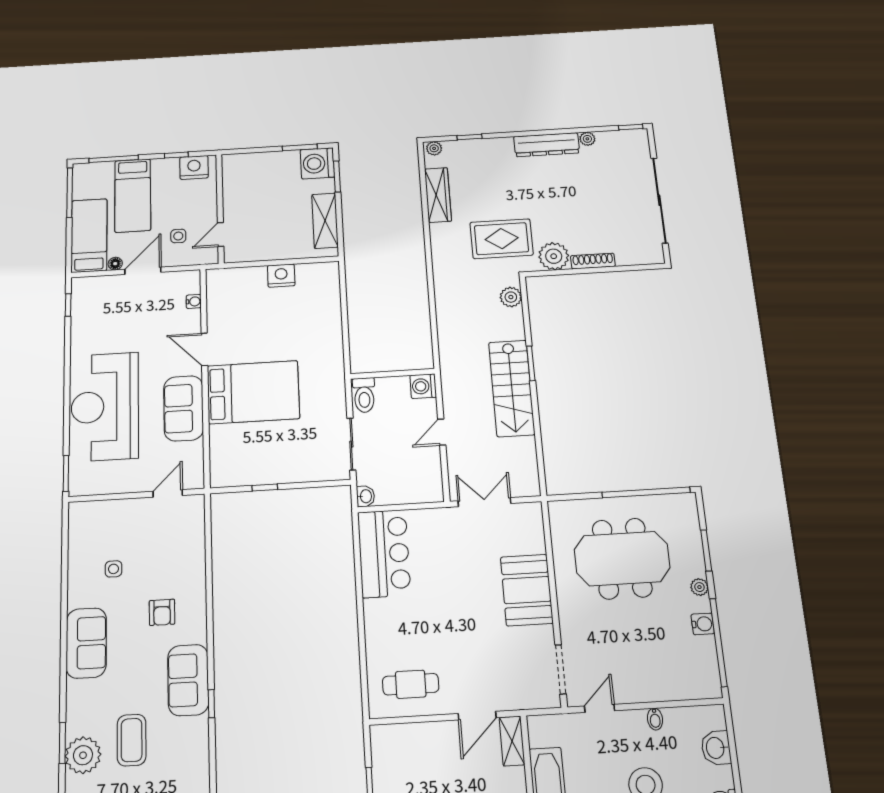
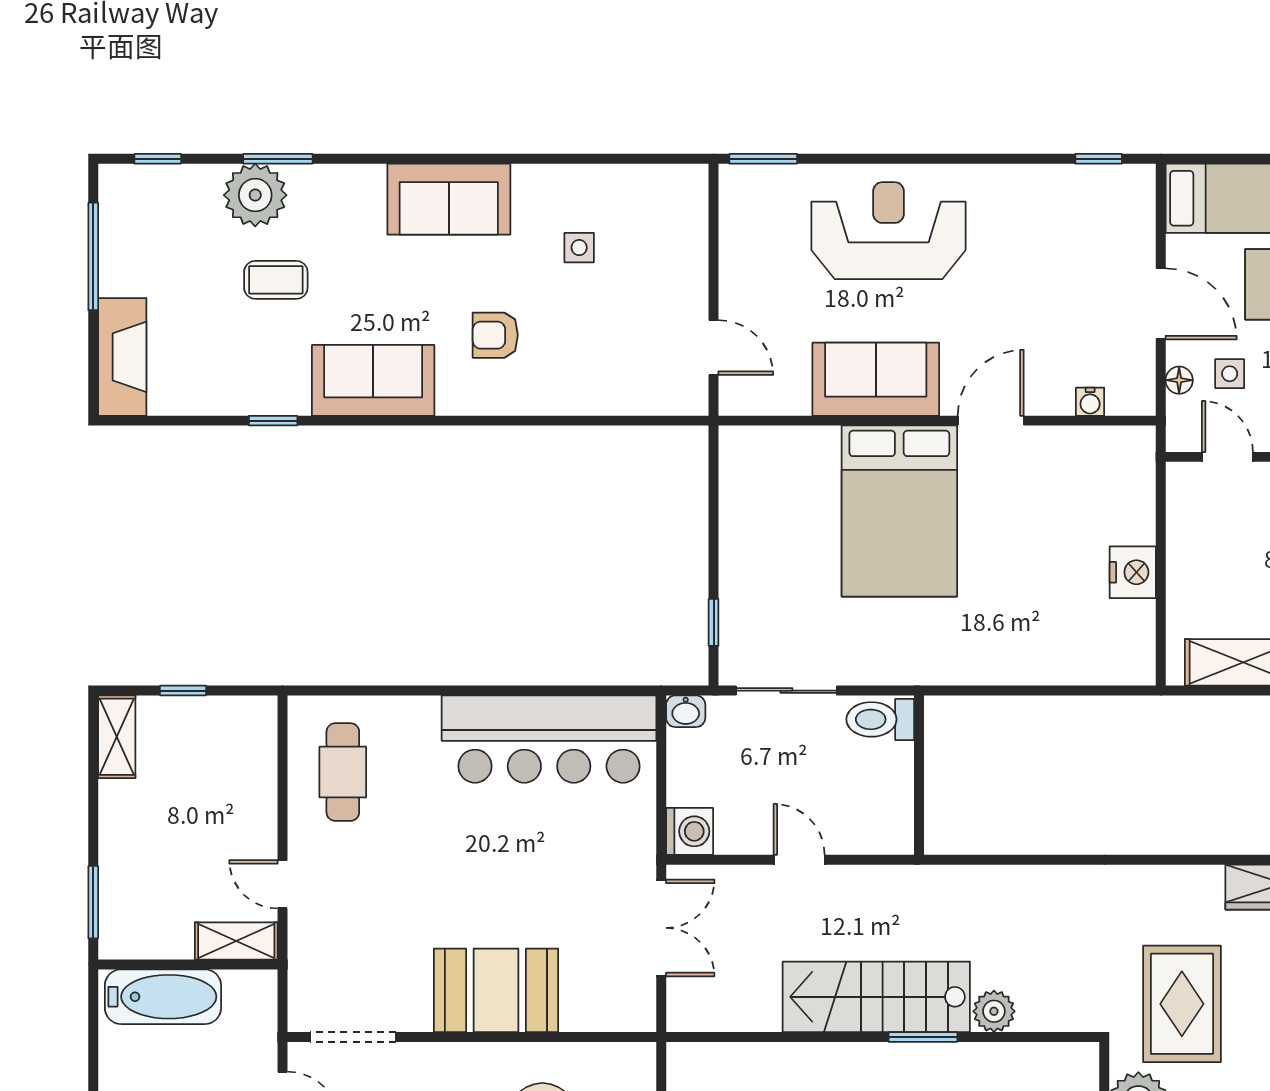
floor lamp: (115, 264) -> (1179, 380), moved
plant: (511, 297) -> (994, 1011), moved
washing machine: (423, 386) -> (690, 831), moved, turned 90
reception desk: (105, 407) -> (889, 231), width x0.74, depth x0.77
window: (265, 488) -> (714, 622), moved
bar counter: (384, 553) -> (549, 739), width x1.36
window: (211, 704) -> (273, 421), moved
door: (477, 716) -> (283, 884), width x0.73
coffee table: (132, 740) -> (276, 280), width x0.73, depth x0.77

